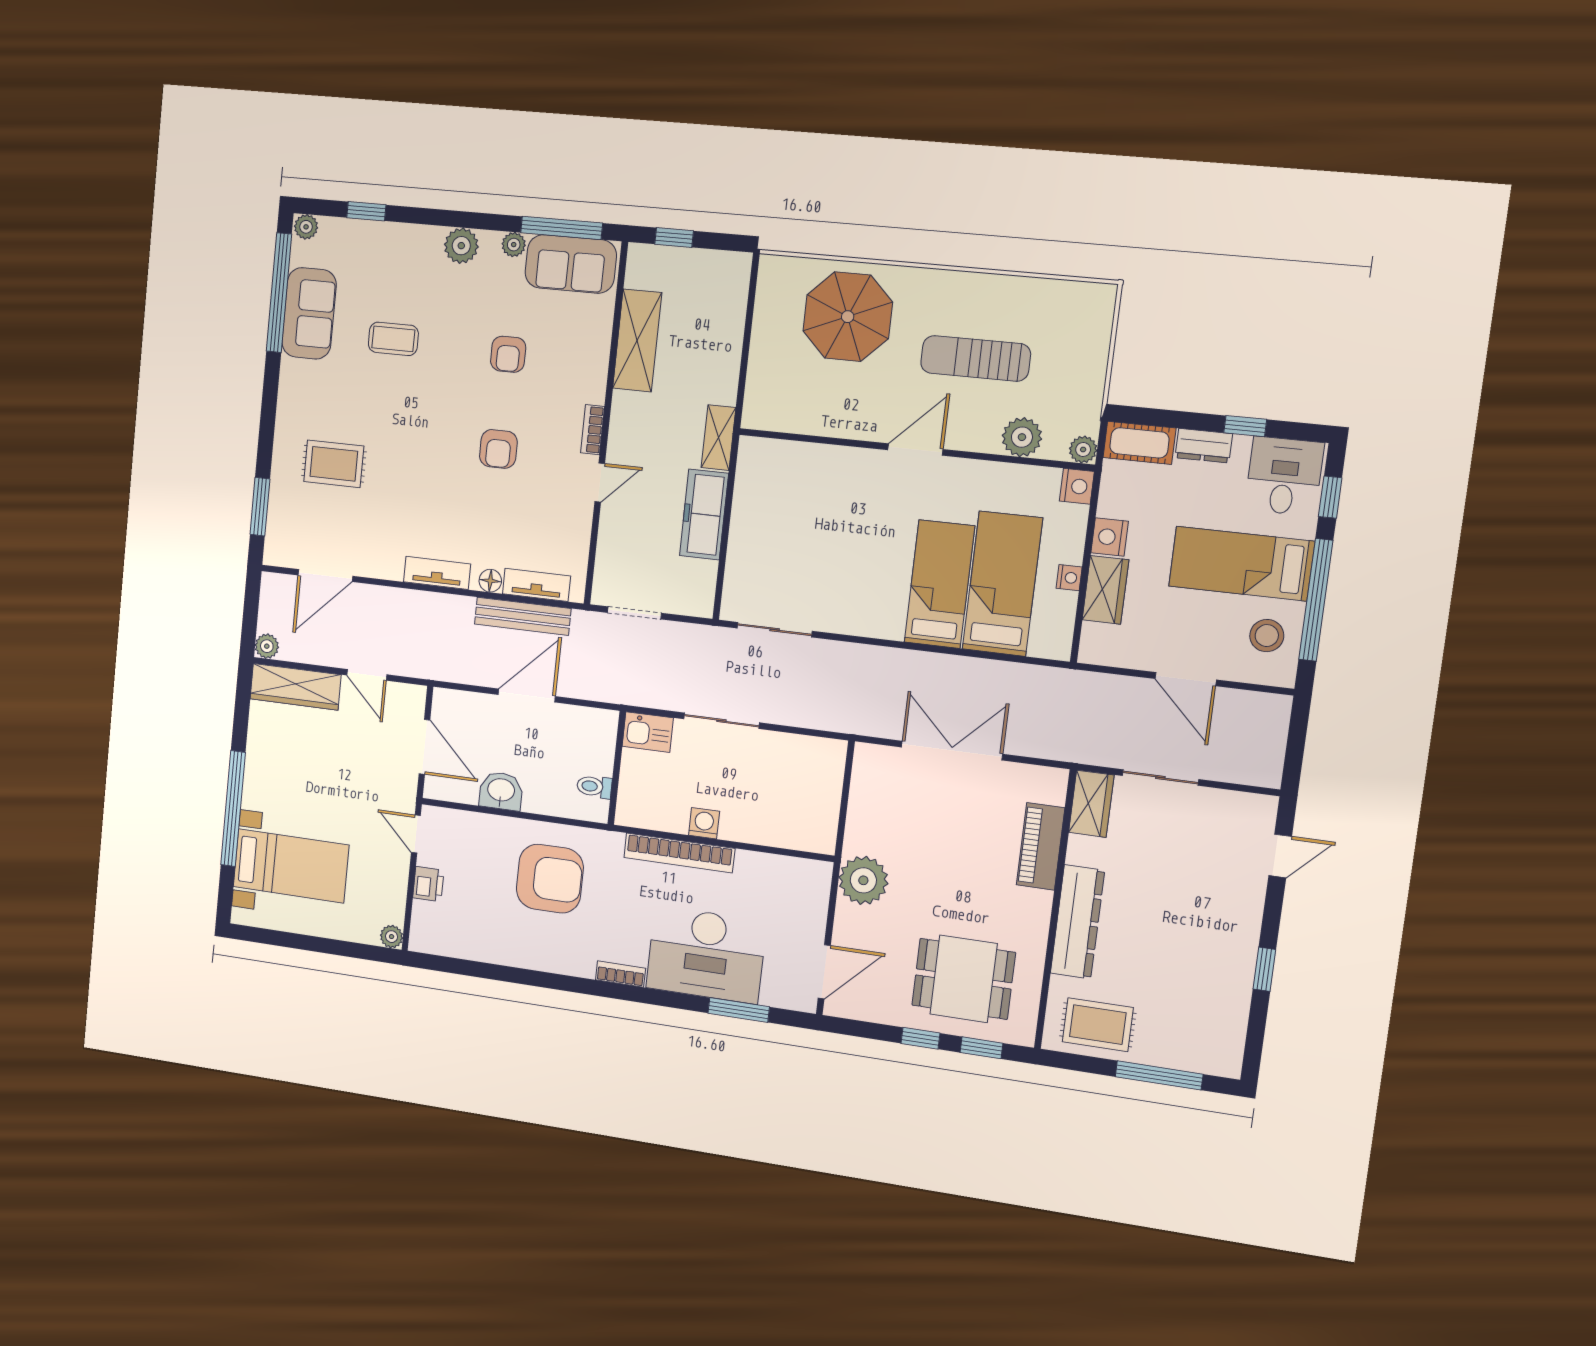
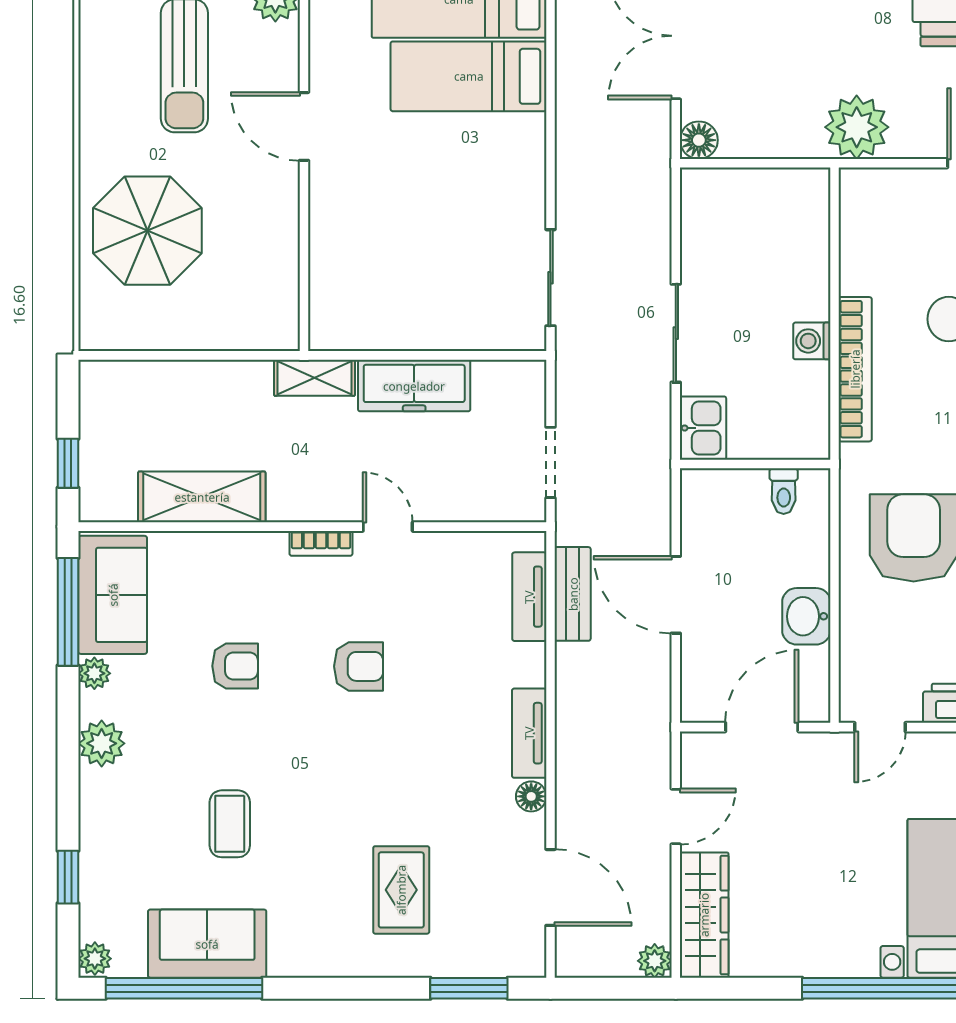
floor lamp: (490, 581) -> (531, 796), moved
bench: (523, 616) -> (573, 594), width x0.73
floor lamp: (868, 758) -> (699, 140), added

